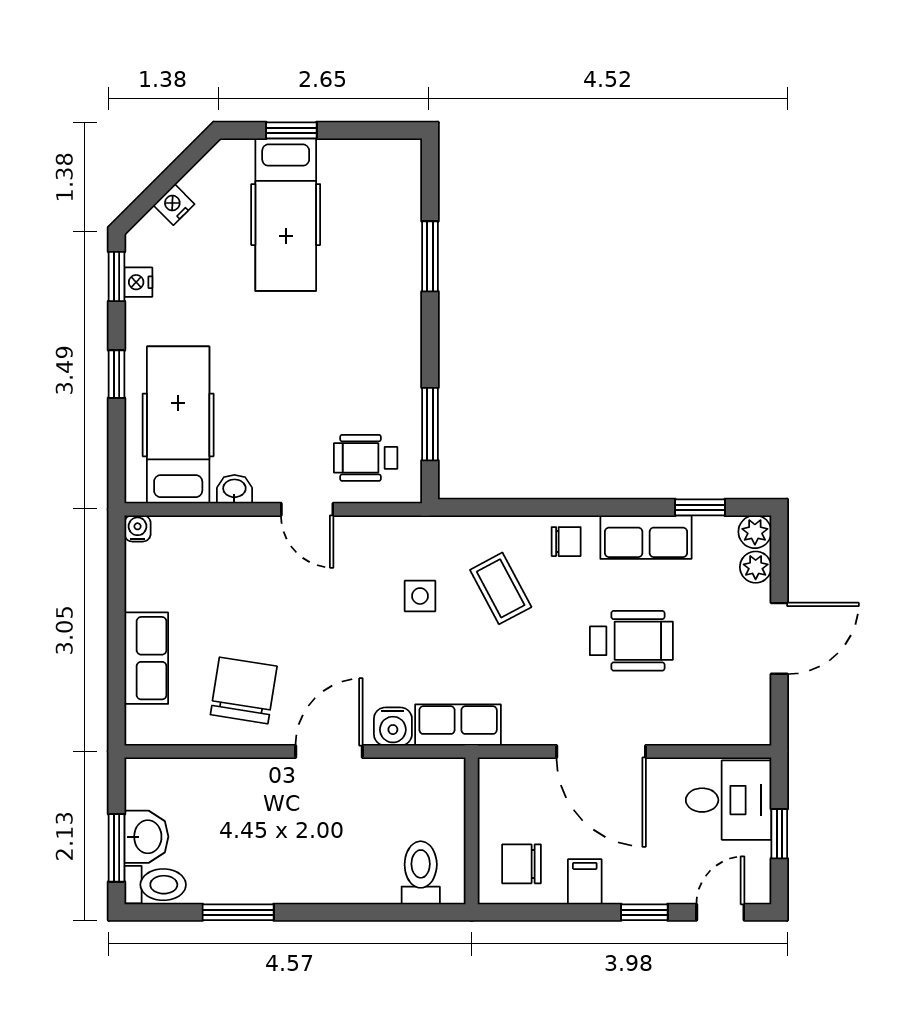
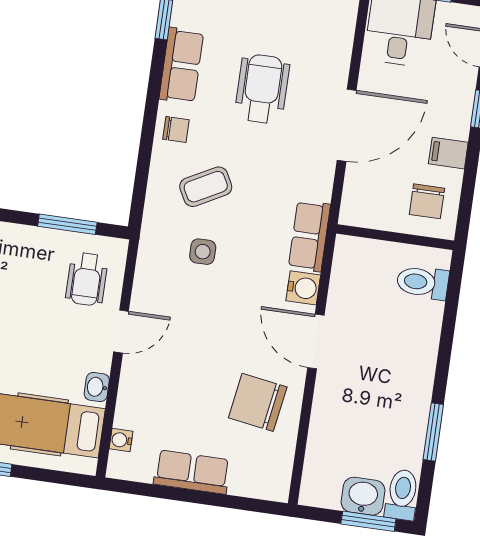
water cooler: (138, 528) -> (121, 440), moved
chair: (566, 542) -> (176, 129), turned 90
row of seats: (146, 658) -> (192, 472), moved

